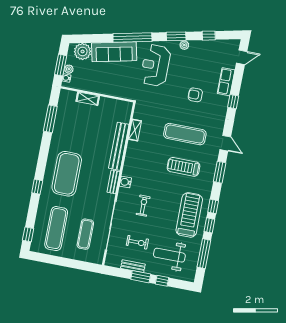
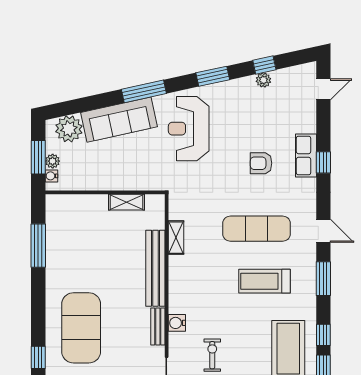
window: (132, 37) -> (144, 91), width x0.68
plant: (184, 45) -> (263, 80), moved
row of seats: (226, 82) -> (306, 155), moved
shelving: (88, 99) -> (126, 202), moved

